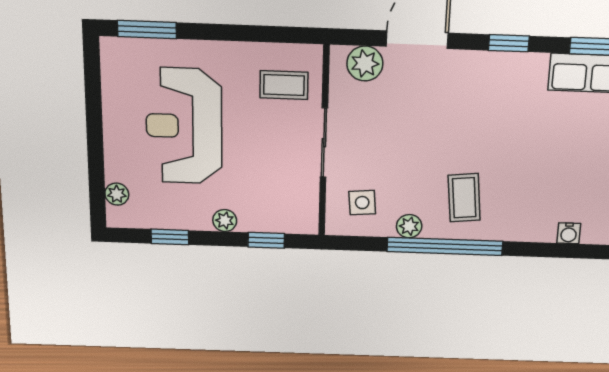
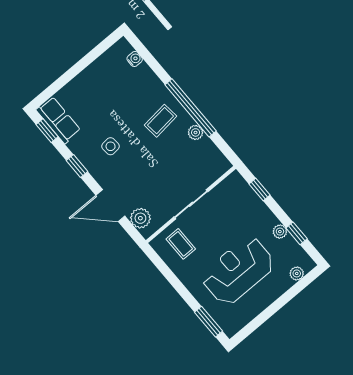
reception desk: (184, 126) -> (238, 271), turned 180
side table: (362, 203) -> (111, 146), moved
plant: (225, 221) -> (280, 232), moved

